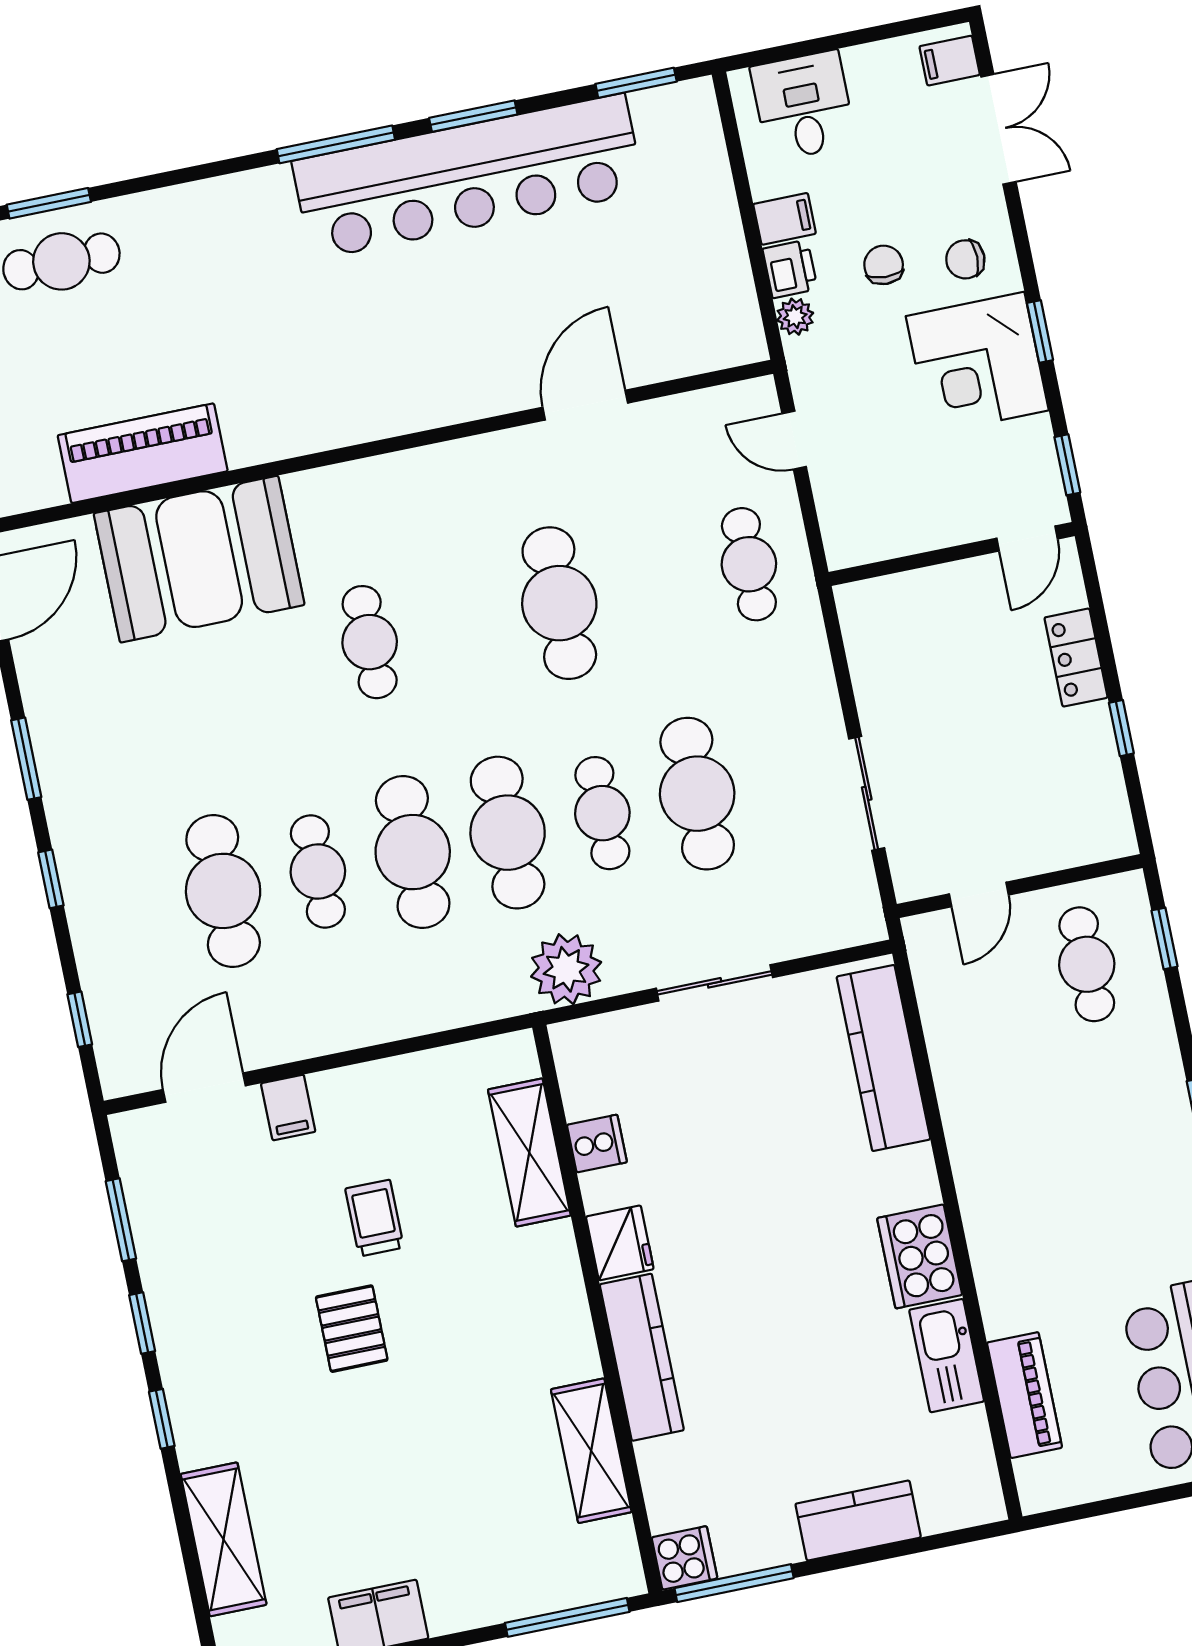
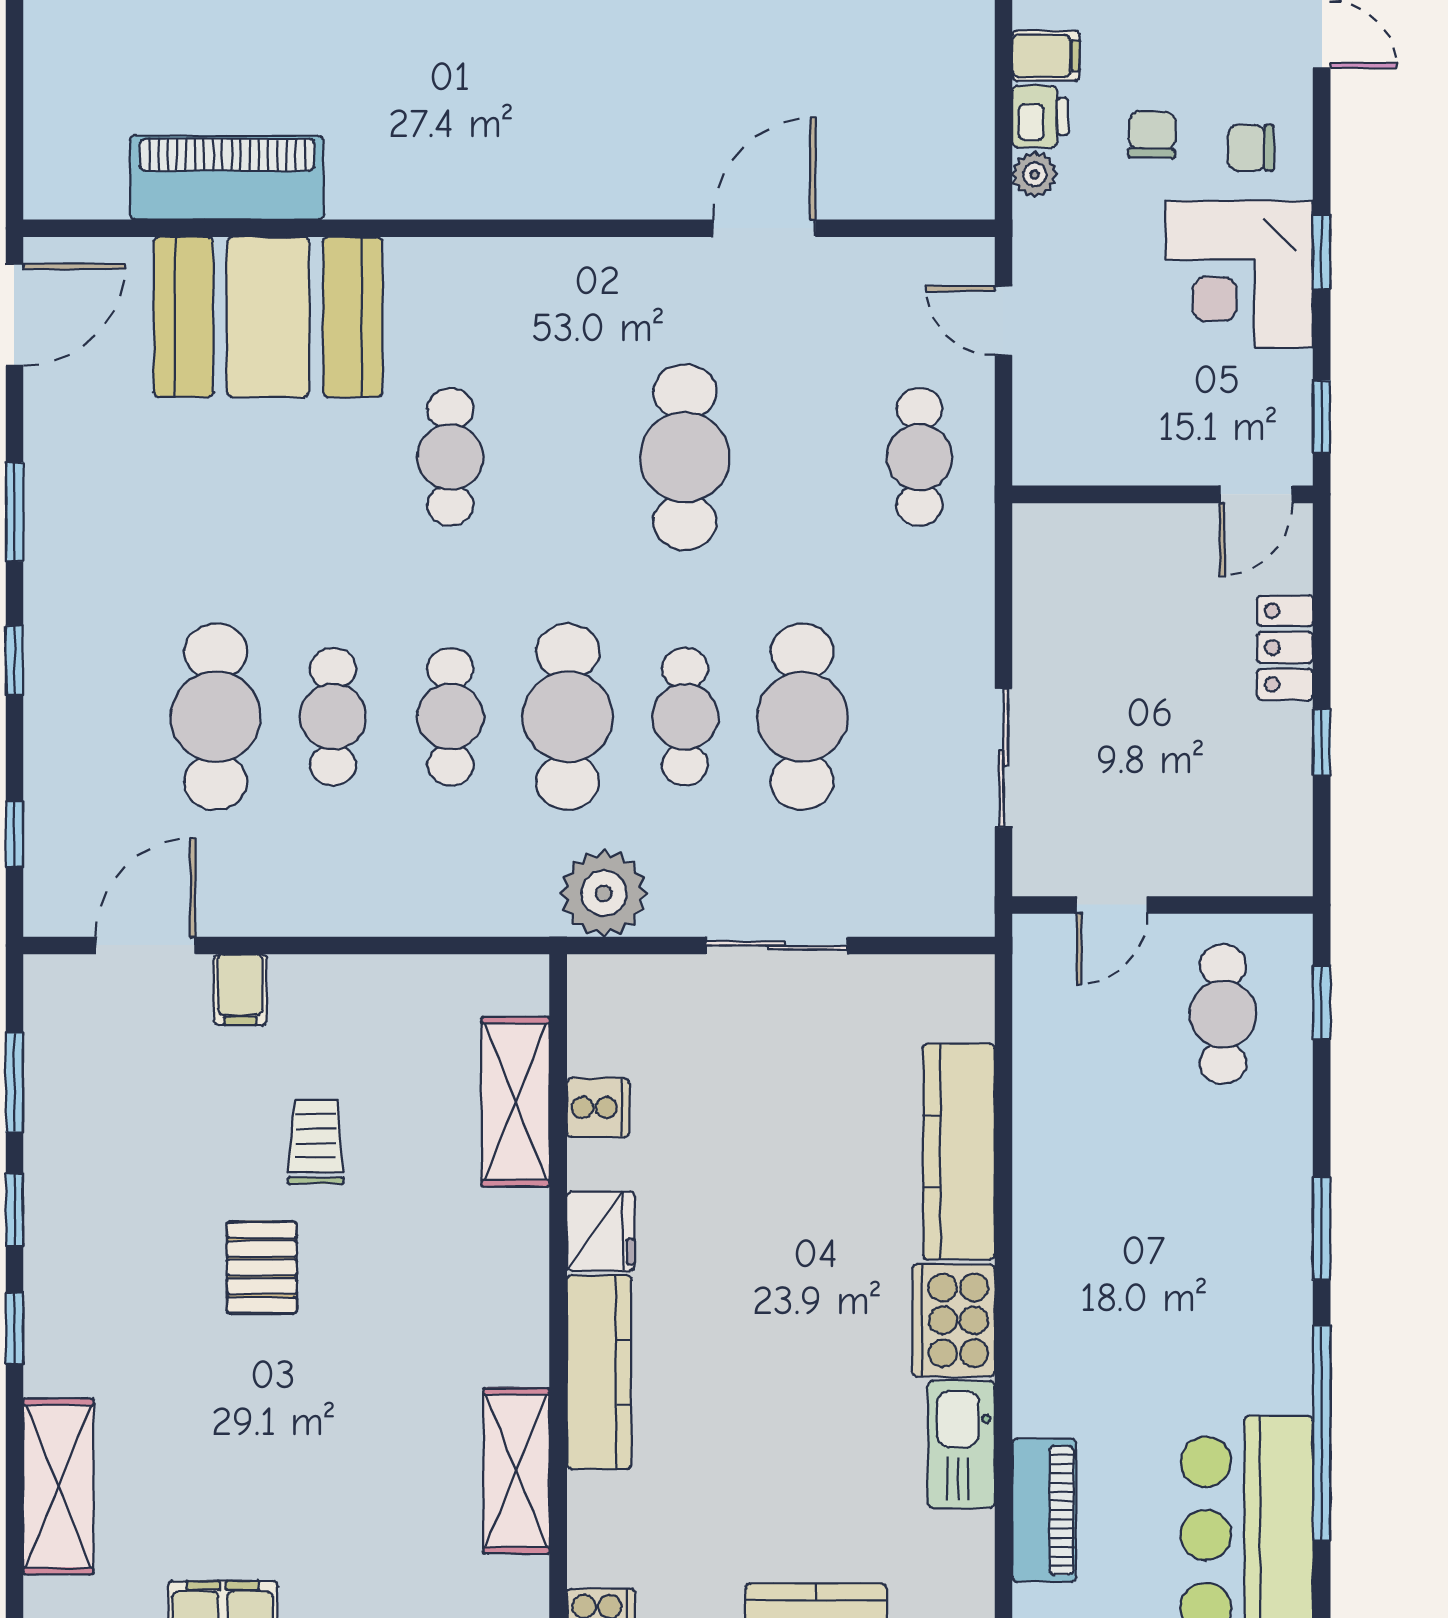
cafe table: (413, 852) -> (450, 717), width x0.73, depth x0.74
kitchen counter: (883, 1058) -> (959, 1152), moved

